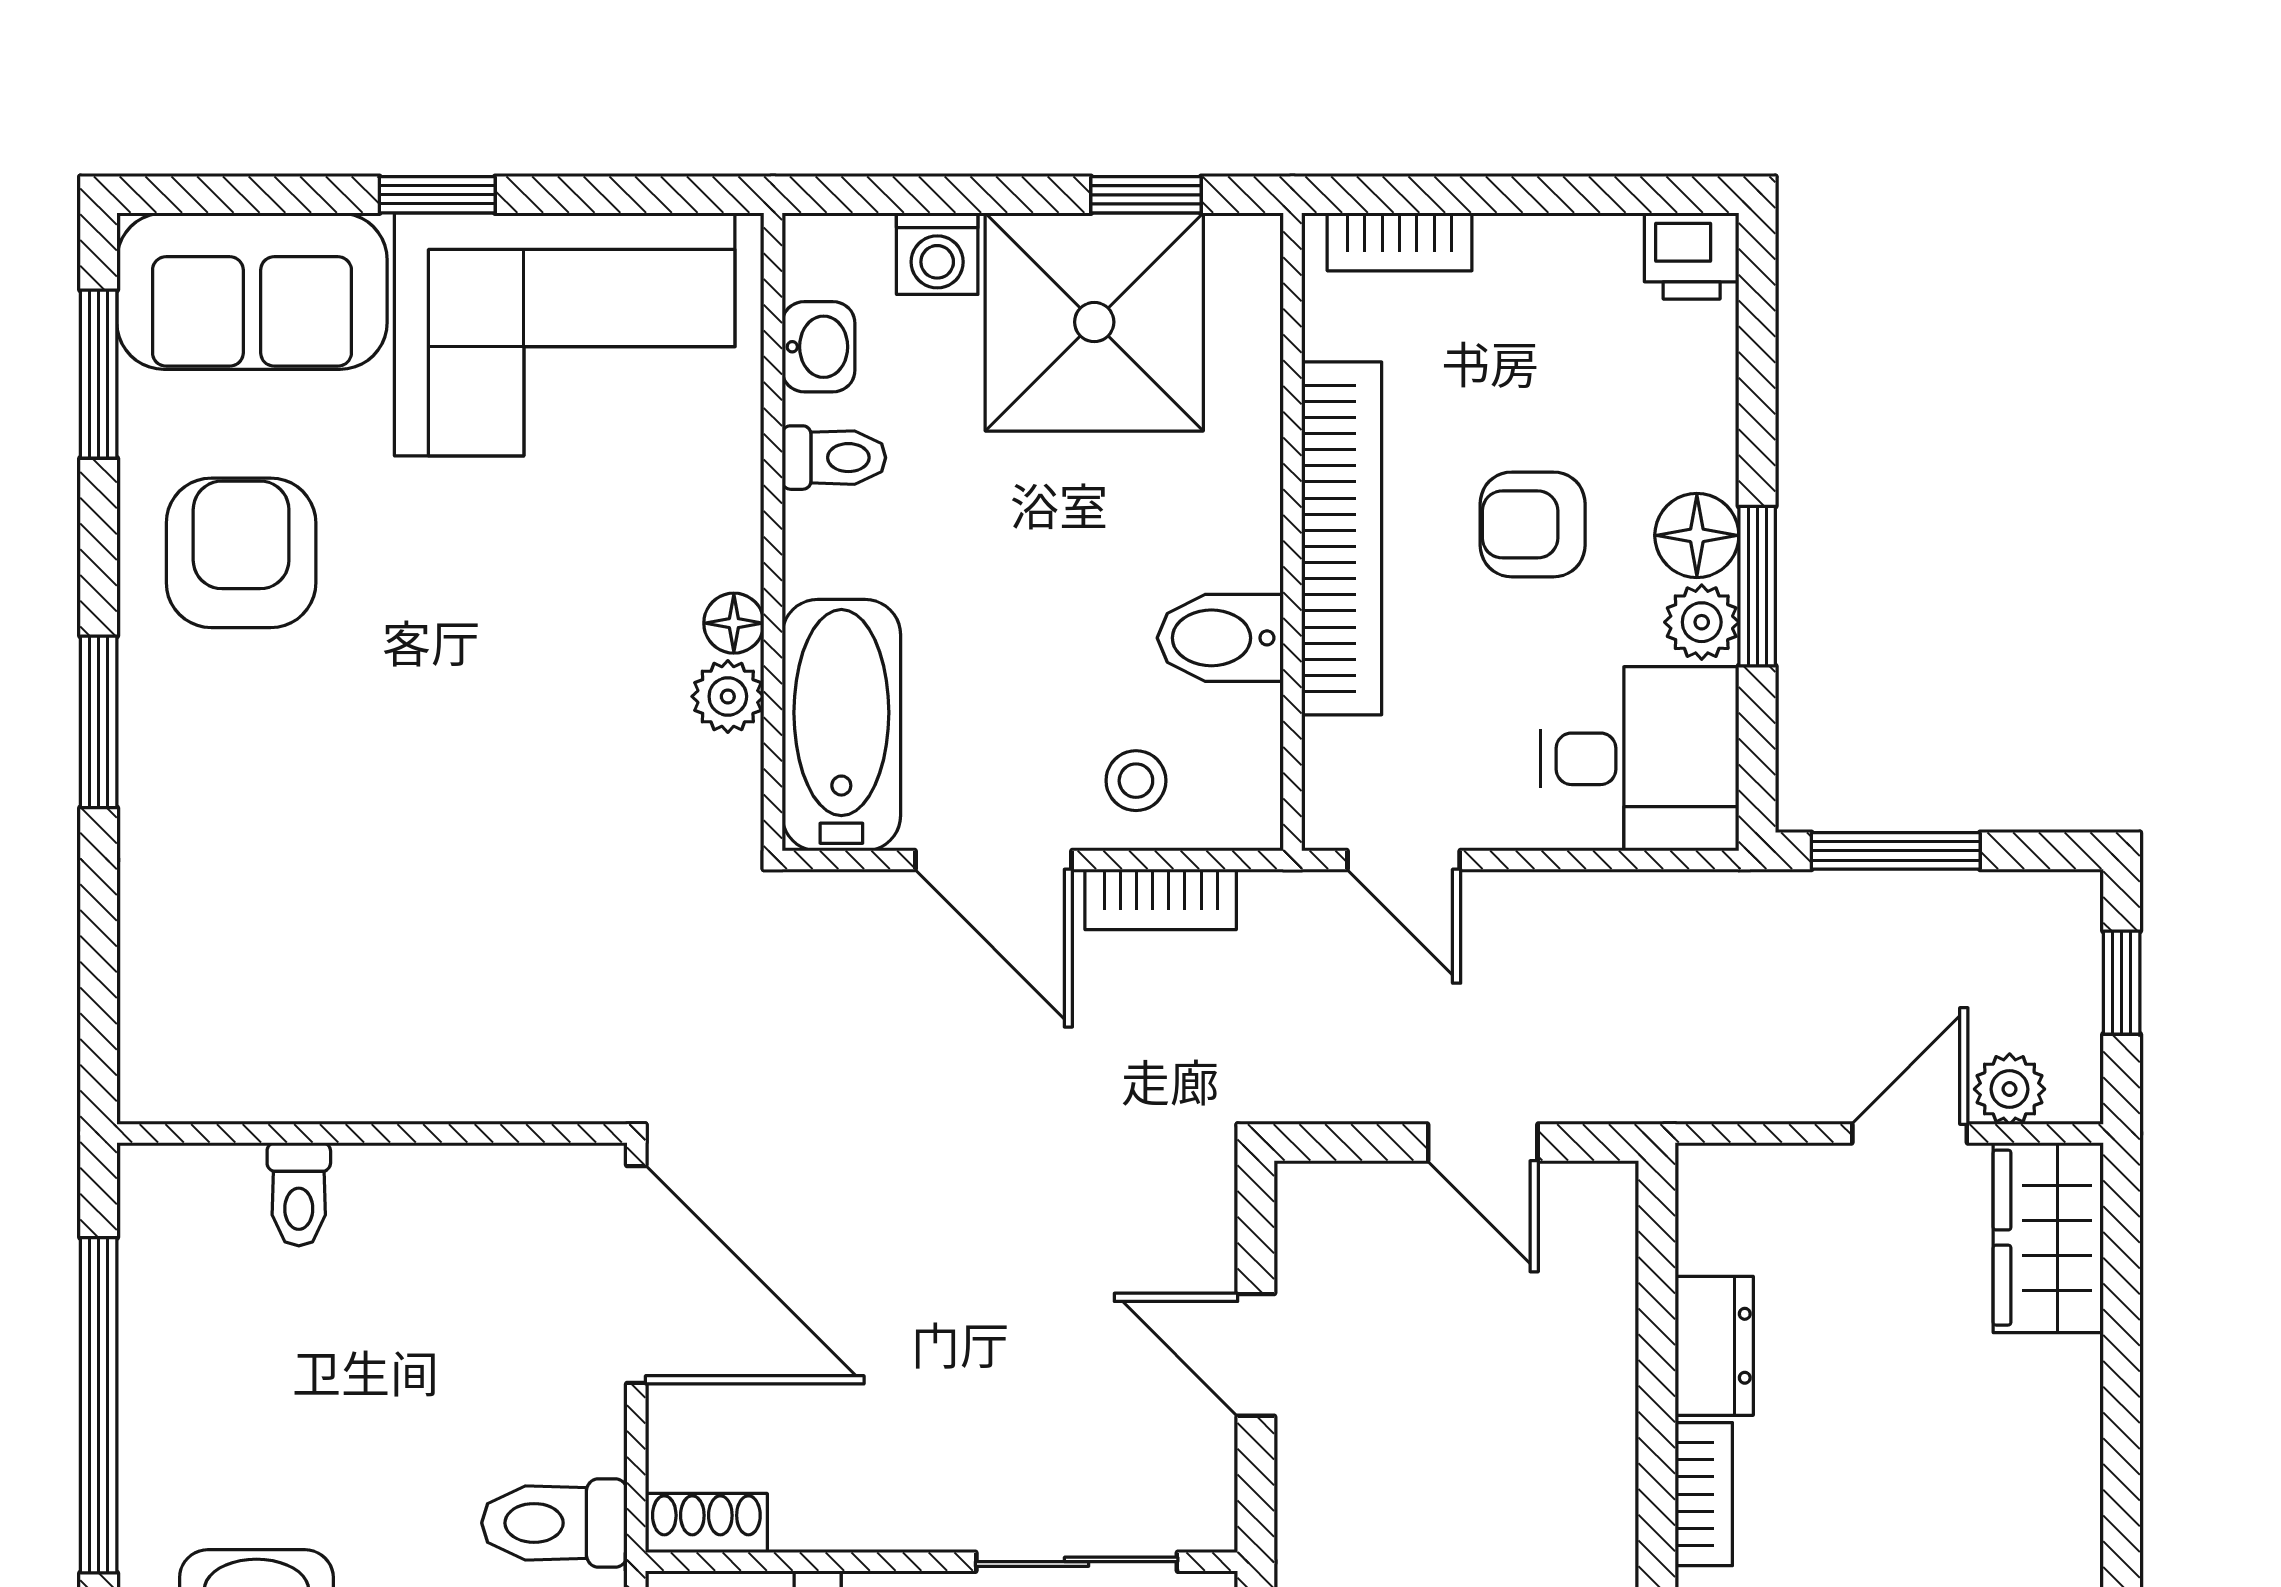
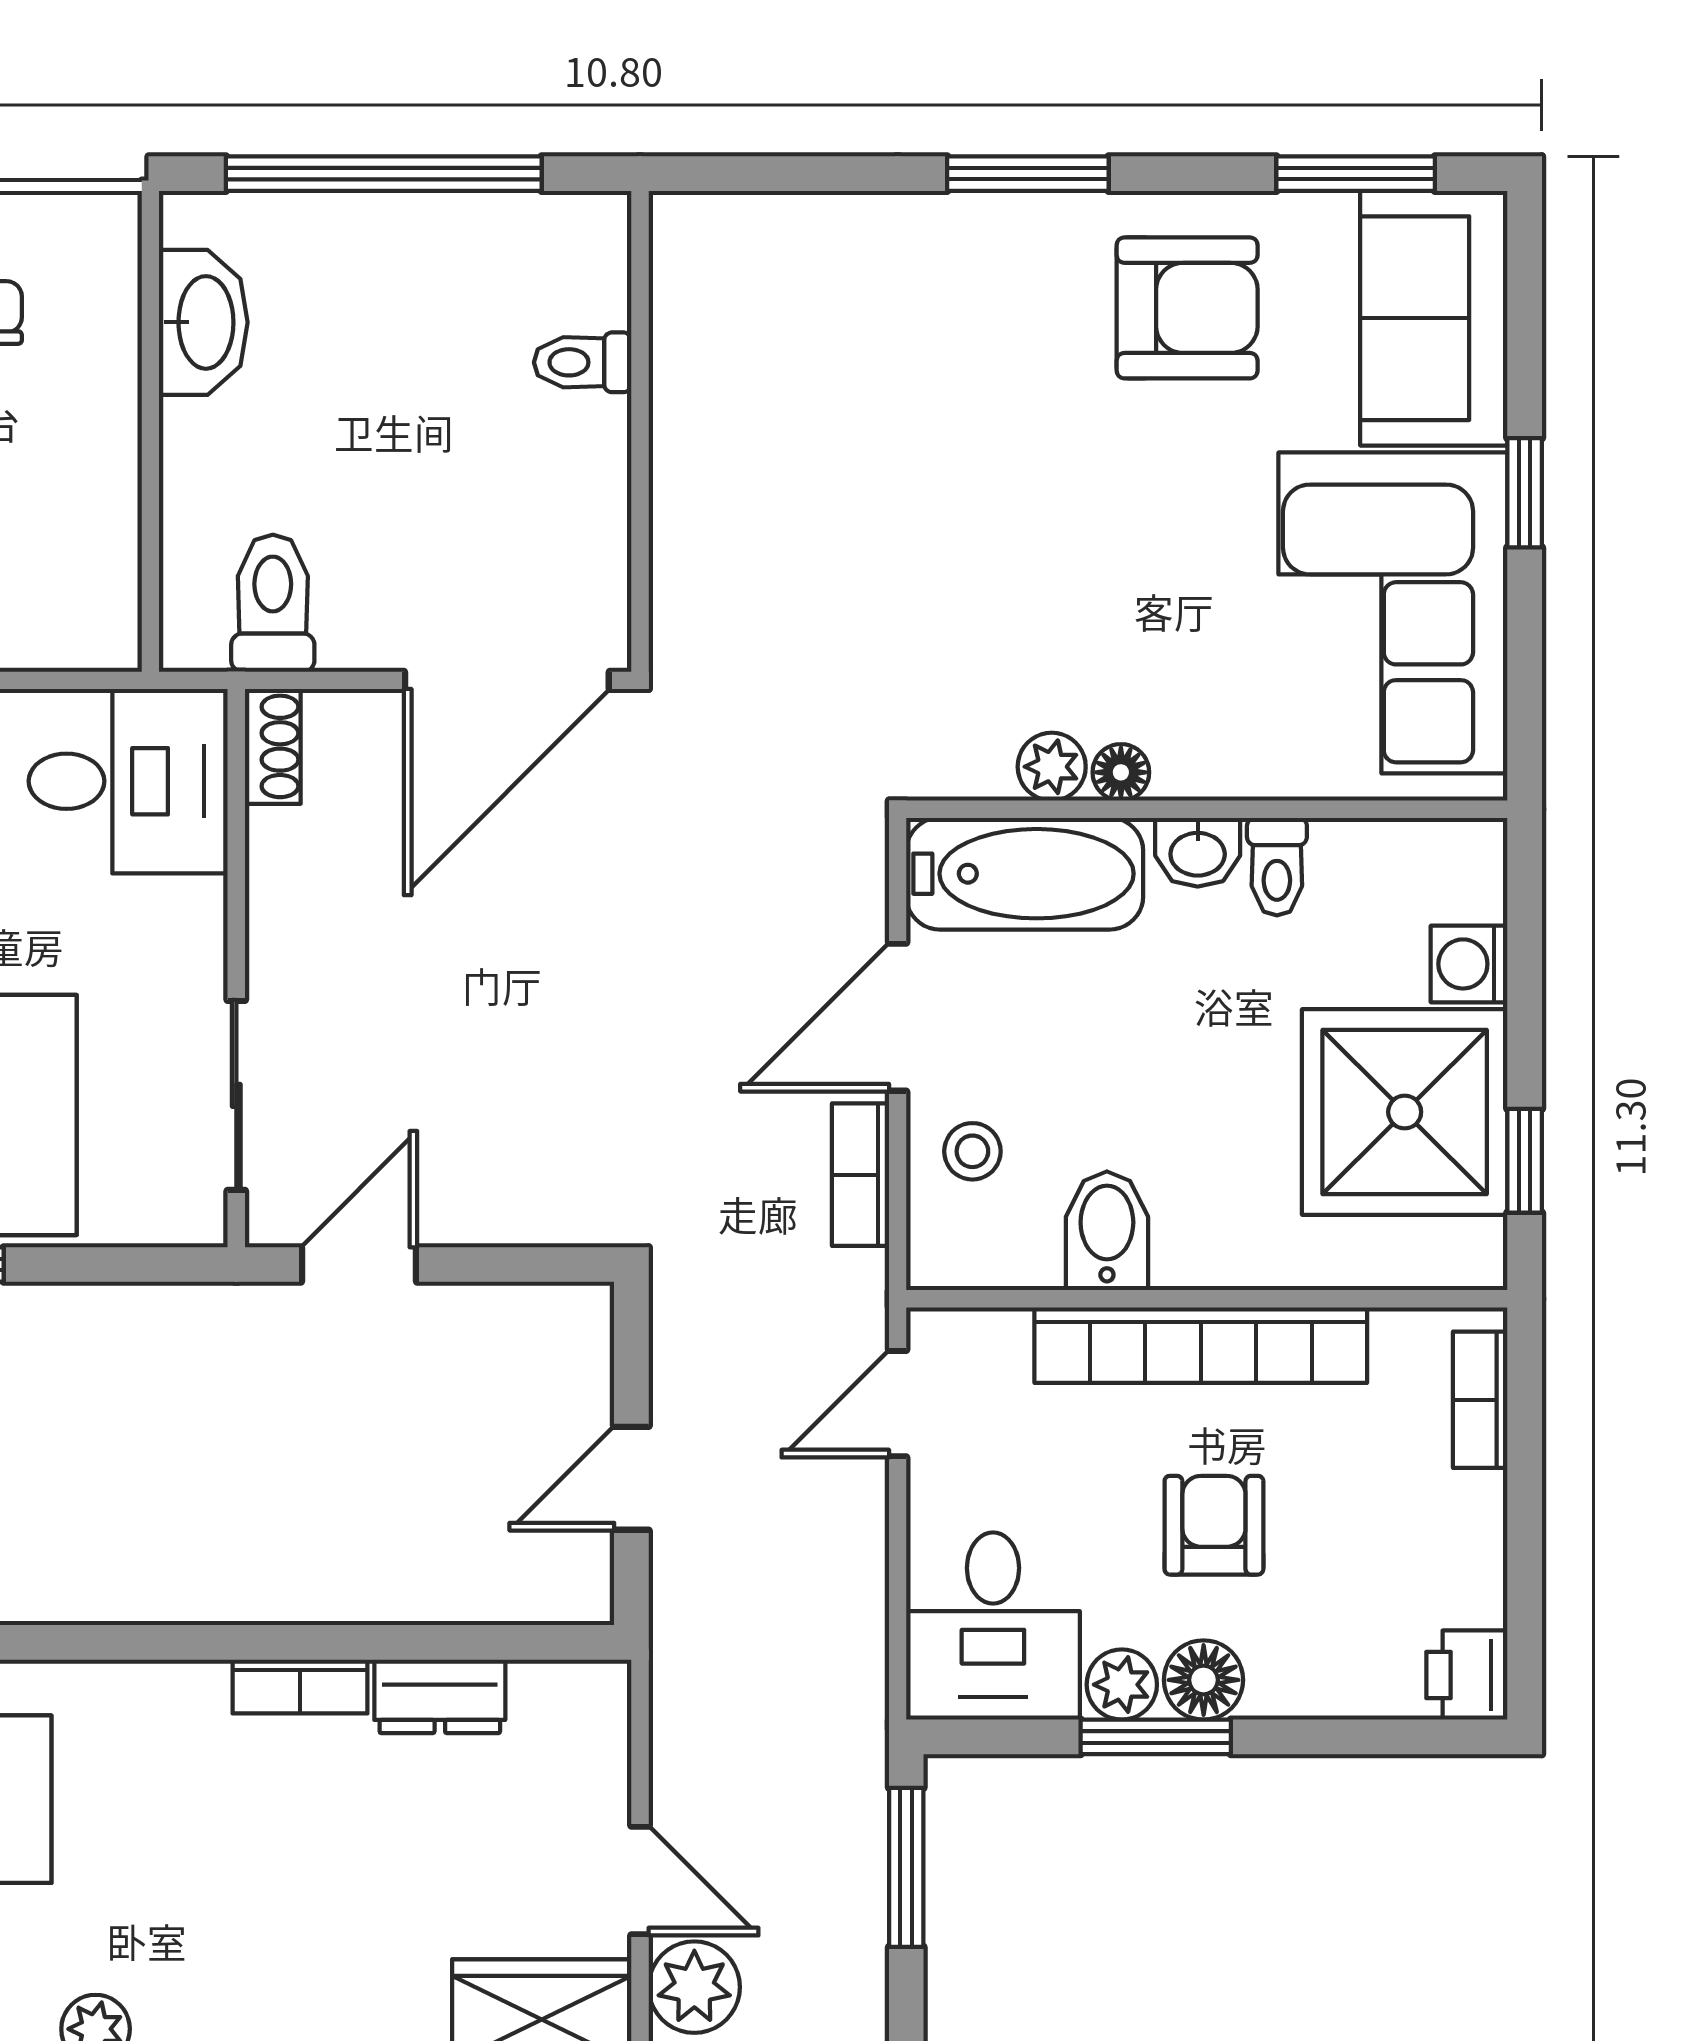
washbasin: (819, 347) -> (1198, 852), moved
plant: (2010, 1089) -> (694, 1987), width x1.38, depth x1.38
door: (1256, 1355) -> (359, 1264), moved

